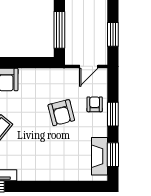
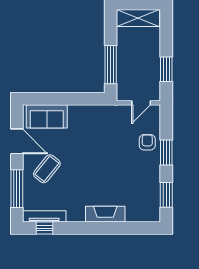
armchair: (61, 113) -> (112, 151), removed
fireplace: (100, 156) -> (105, 214), moved, turned 90

